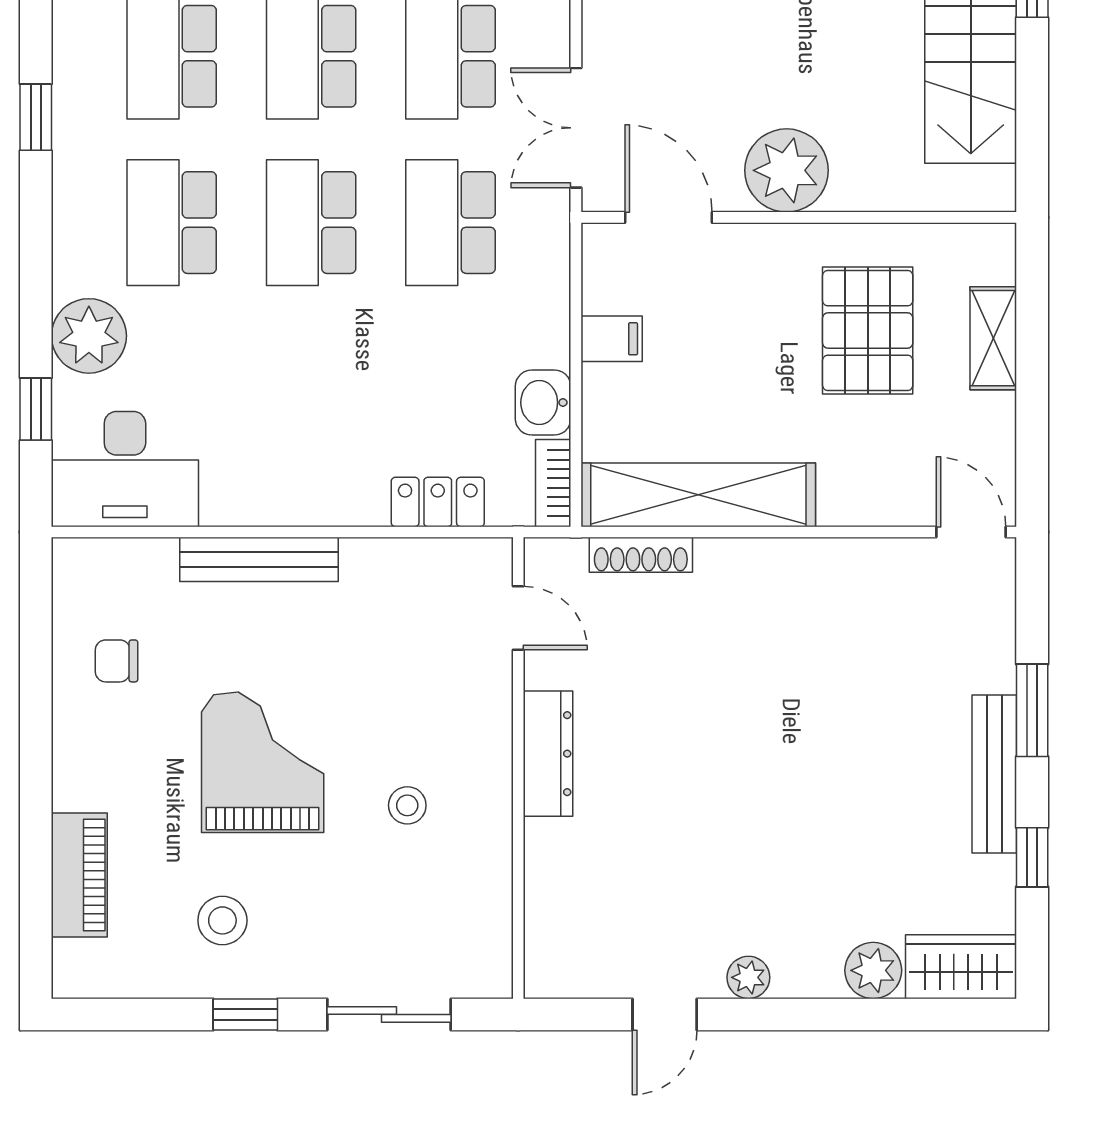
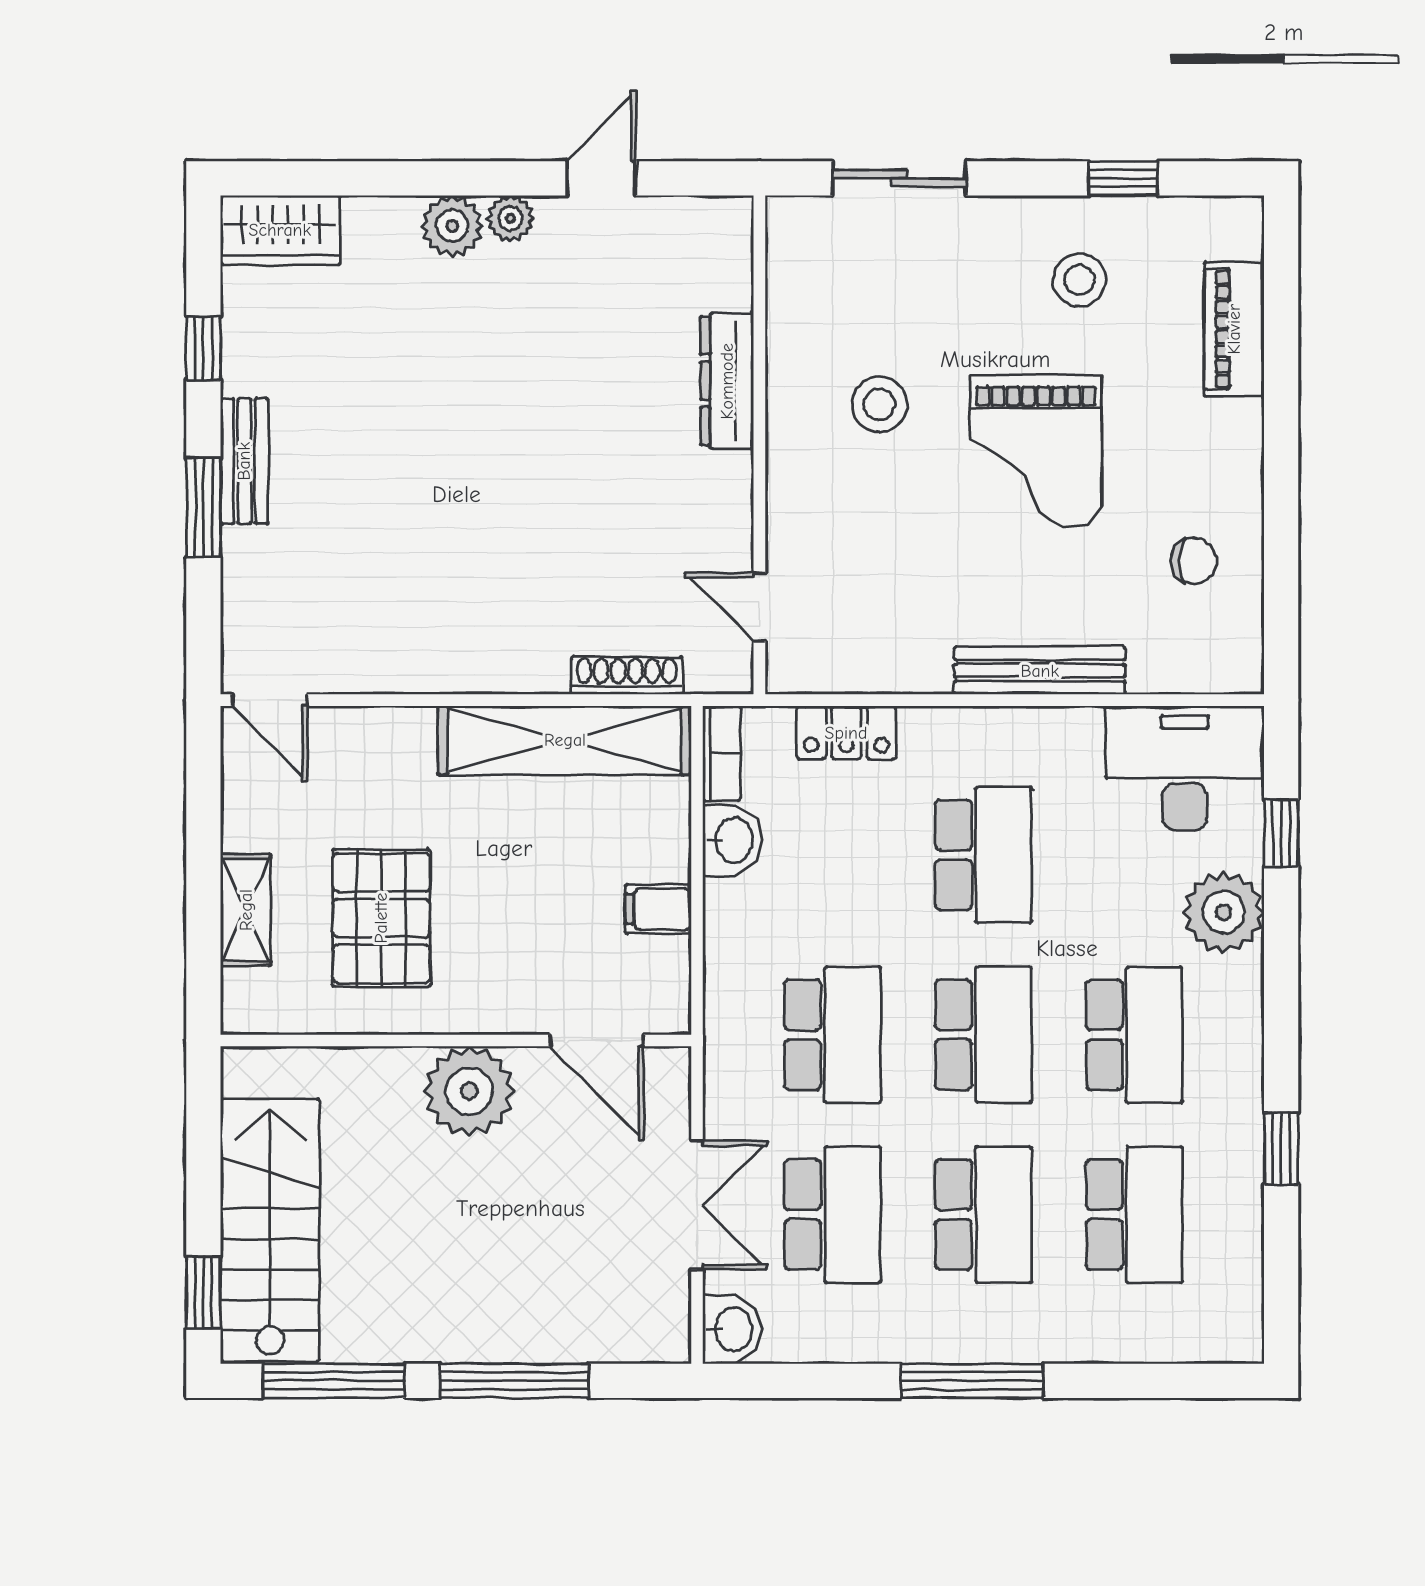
double door: (576, 128) -> (697, 1205), moved
school desk: (311, 389) -> (983, 855), added
dresser: (548, 754) -> (727, 381), moved
bench: (994, 774) -> (244, 461), width x0.73
stool: (407, 805) -> (879, 404), width x1.37, depth x1.37
plant: (873, 970) -> (452, 226), moved
window: (245, 1014) -> (1123, 178), moved

